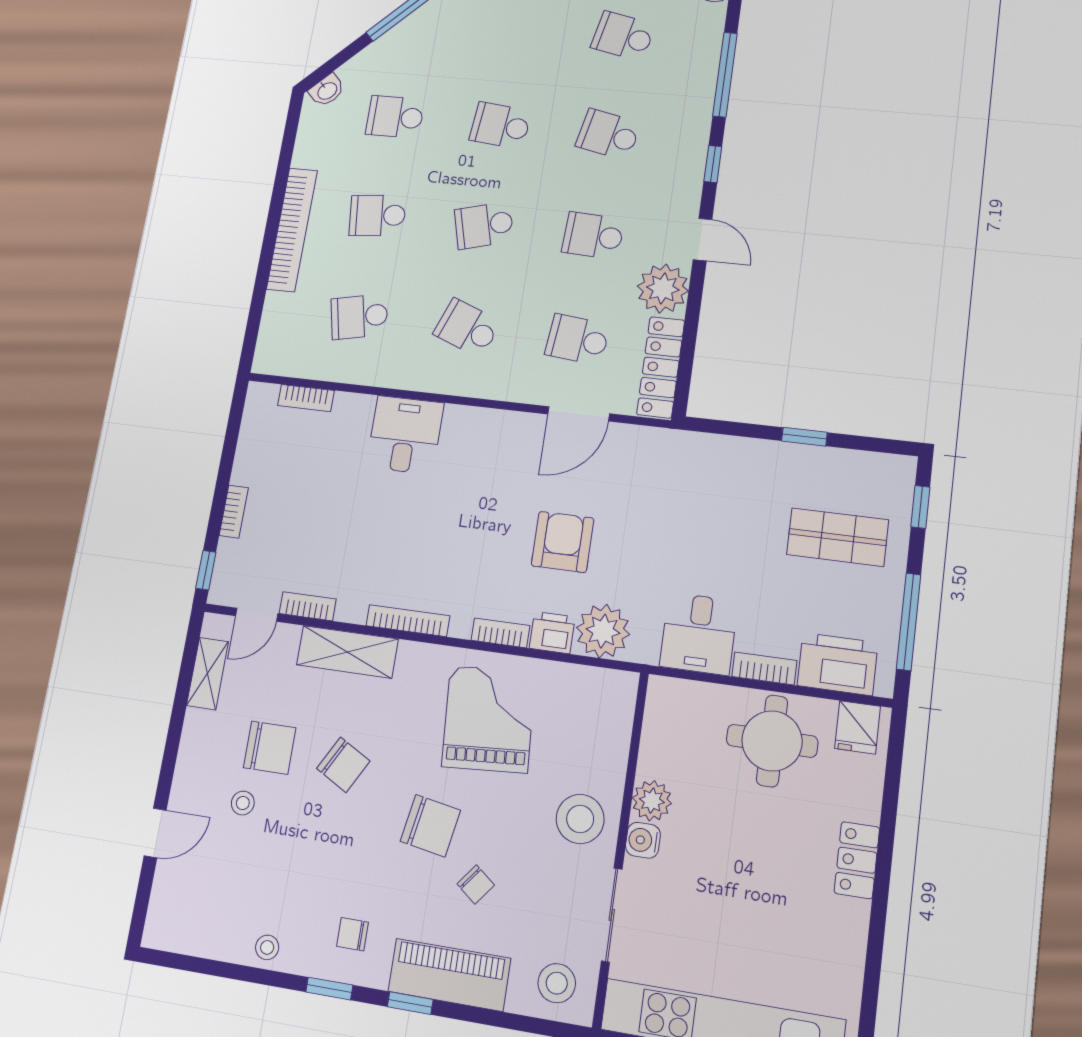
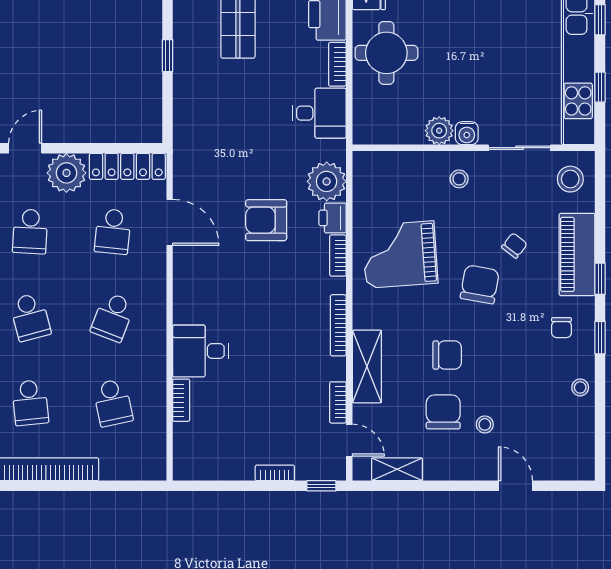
bookcase: (306, 398) -> (181, 400), moved
chair: (343, 765) -> (447, 355), turned 61
stool: (580, 819) -> (459, 179), width x0.53, depth x0.53

